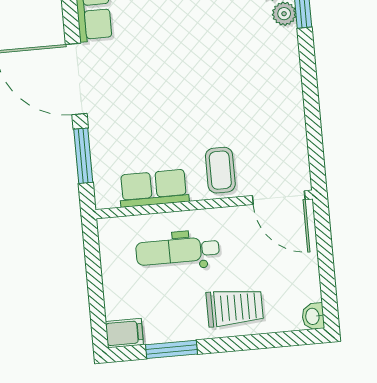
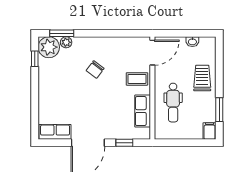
chair: (232, 80) -> (95, 70), added
window: (83, 156) -> (124, 143), width x0.67
washbasin: (313, 316) -> (192, 42), moved

